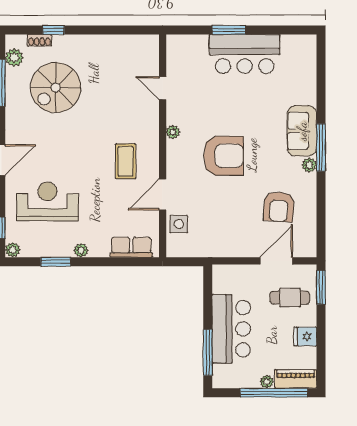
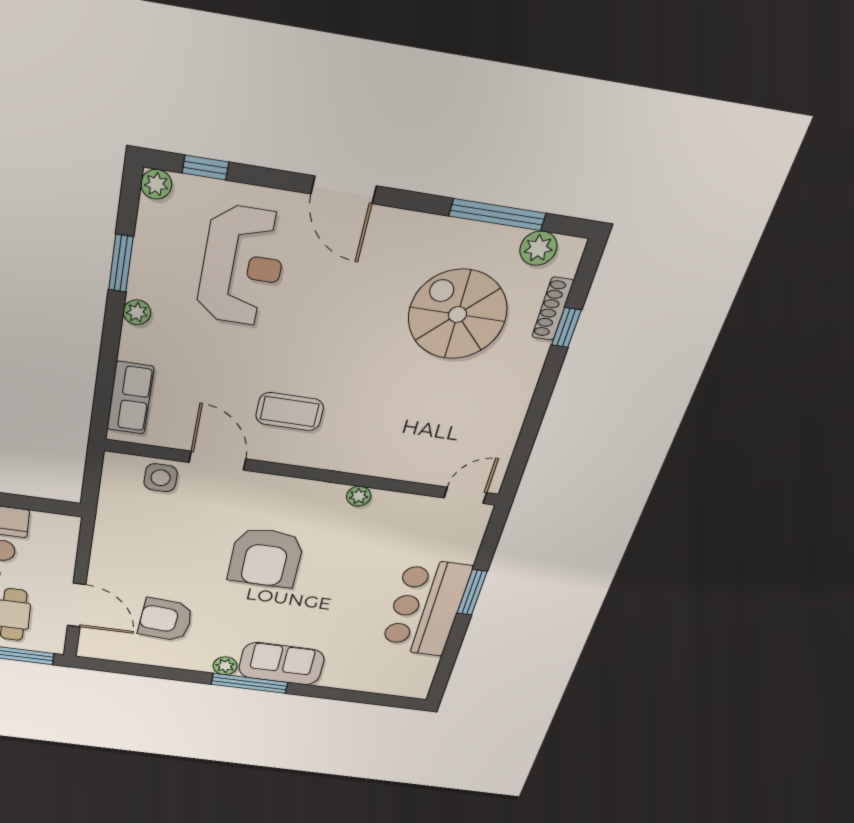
shoe rack: (39, 40) -> (553, 309), width x1.43
door: (163, 88) -> (465, 495), moved
plant: (173, 132) -> (359, 496), moved

